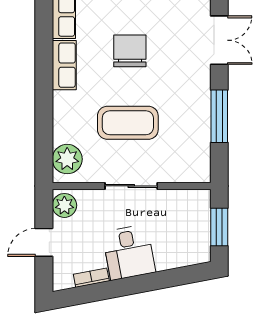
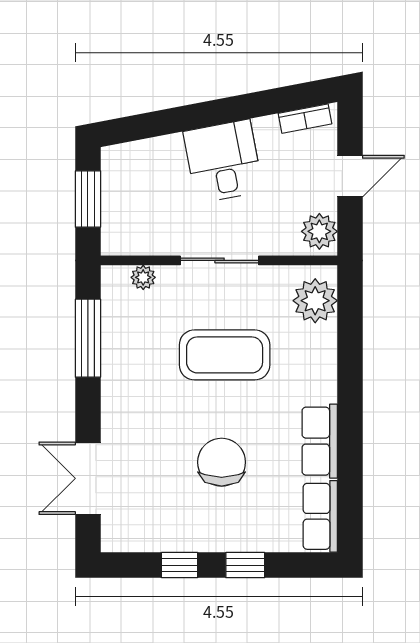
chair: (130, 51) -> (222, 462), turned 180
window: (219, 116) -> (88, 338), moved
plant: (182, 175) -> (143, 277), added
bookcase: (91, 278) -> (305, 119), moved

